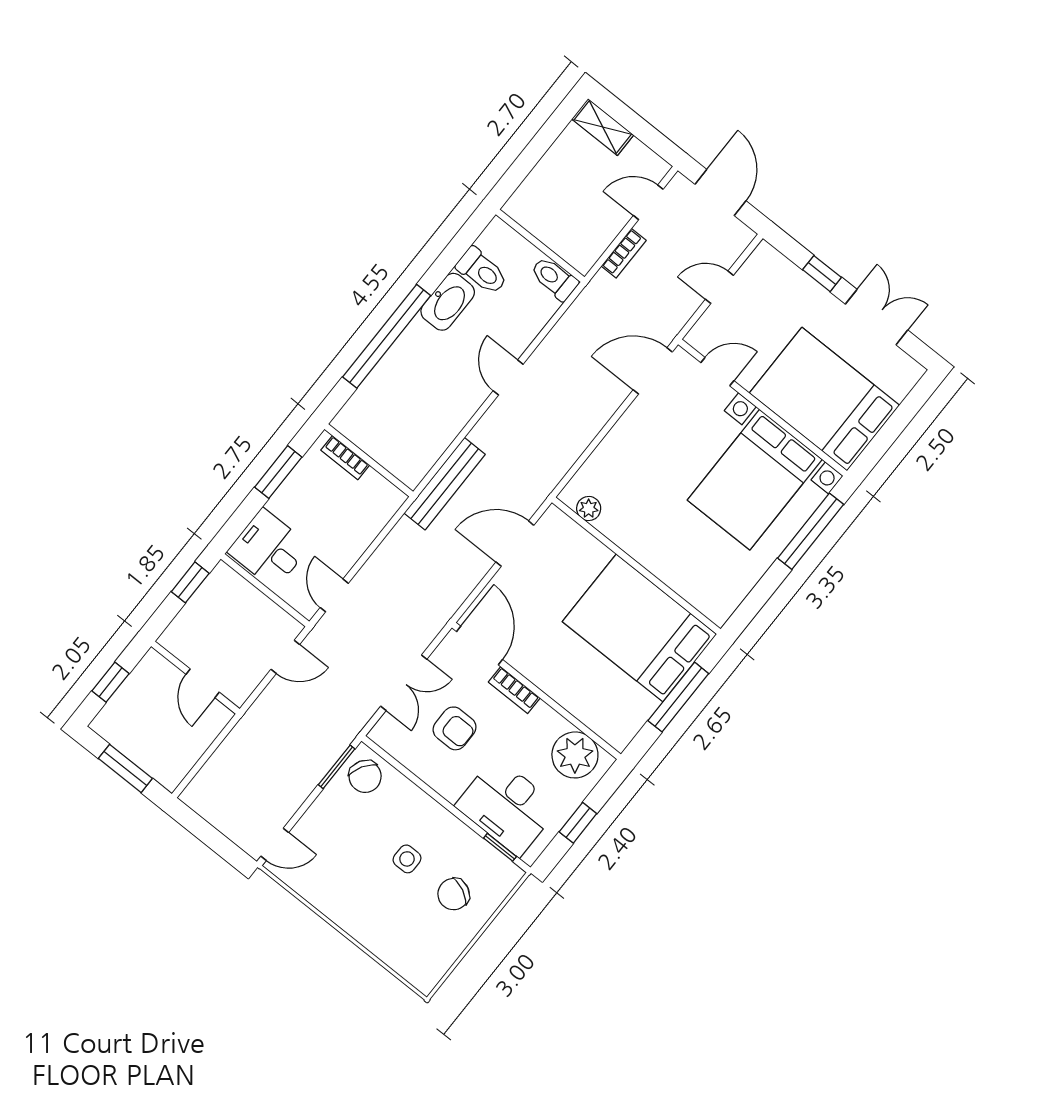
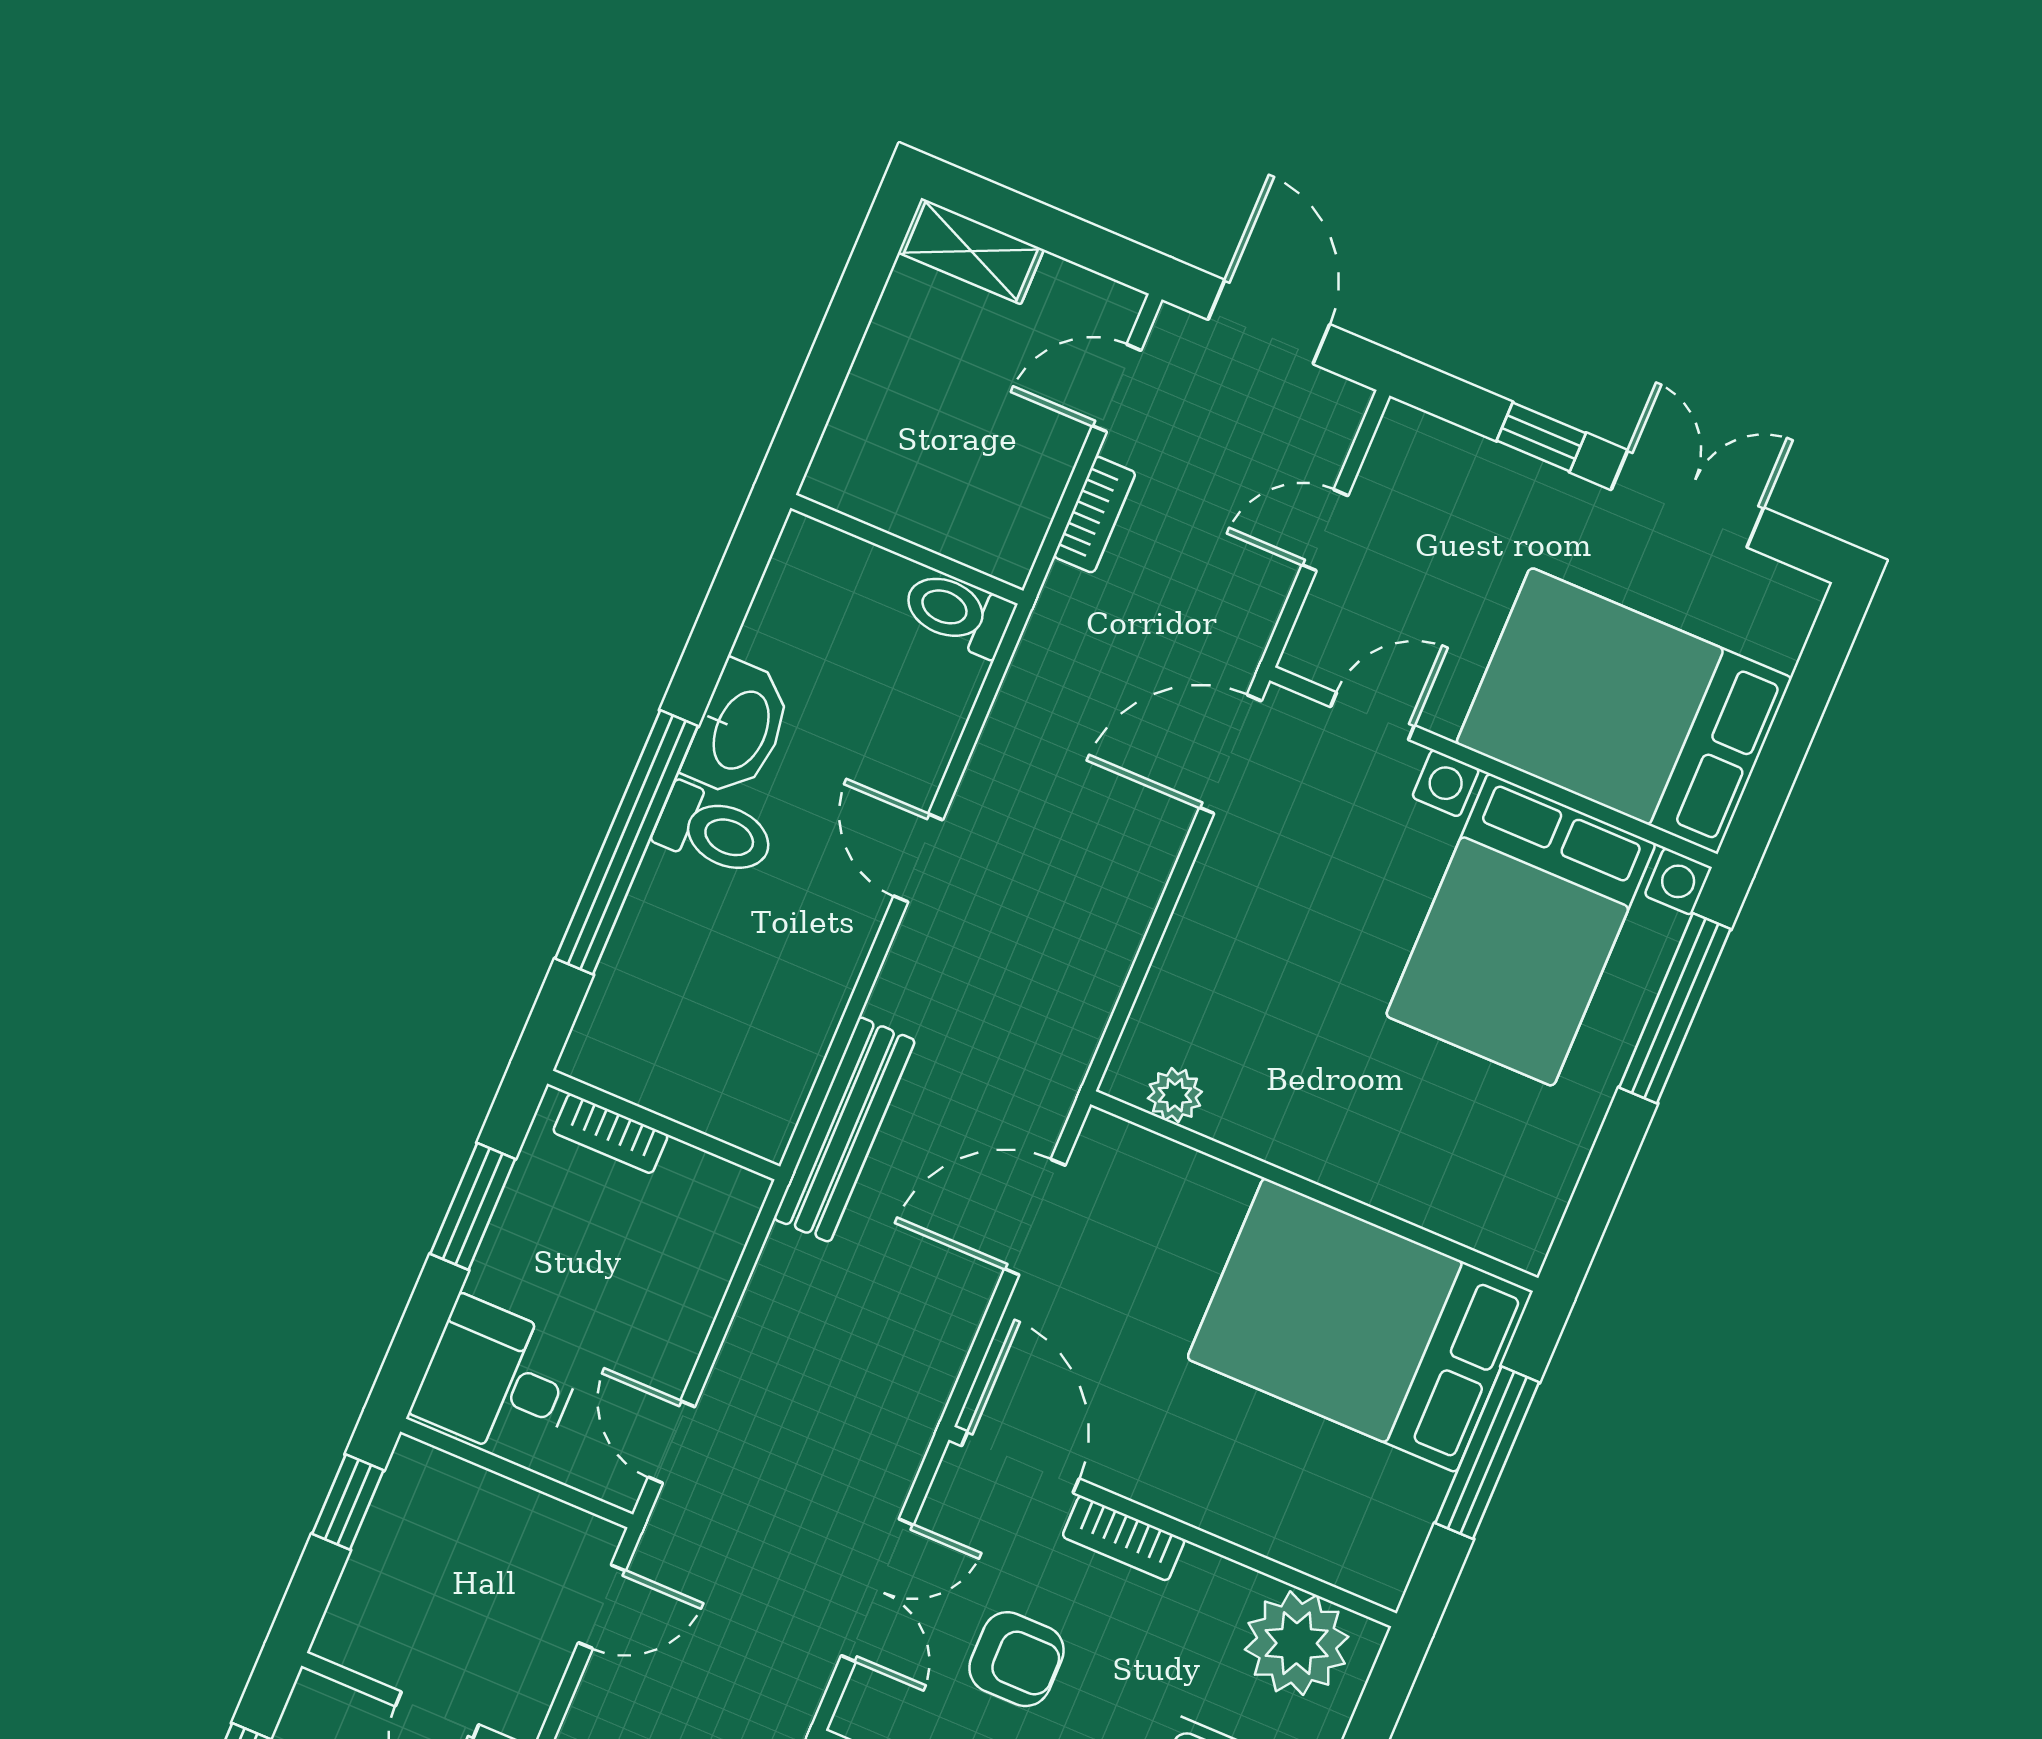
toilet: (482, 271) -> (715, 831), moved

